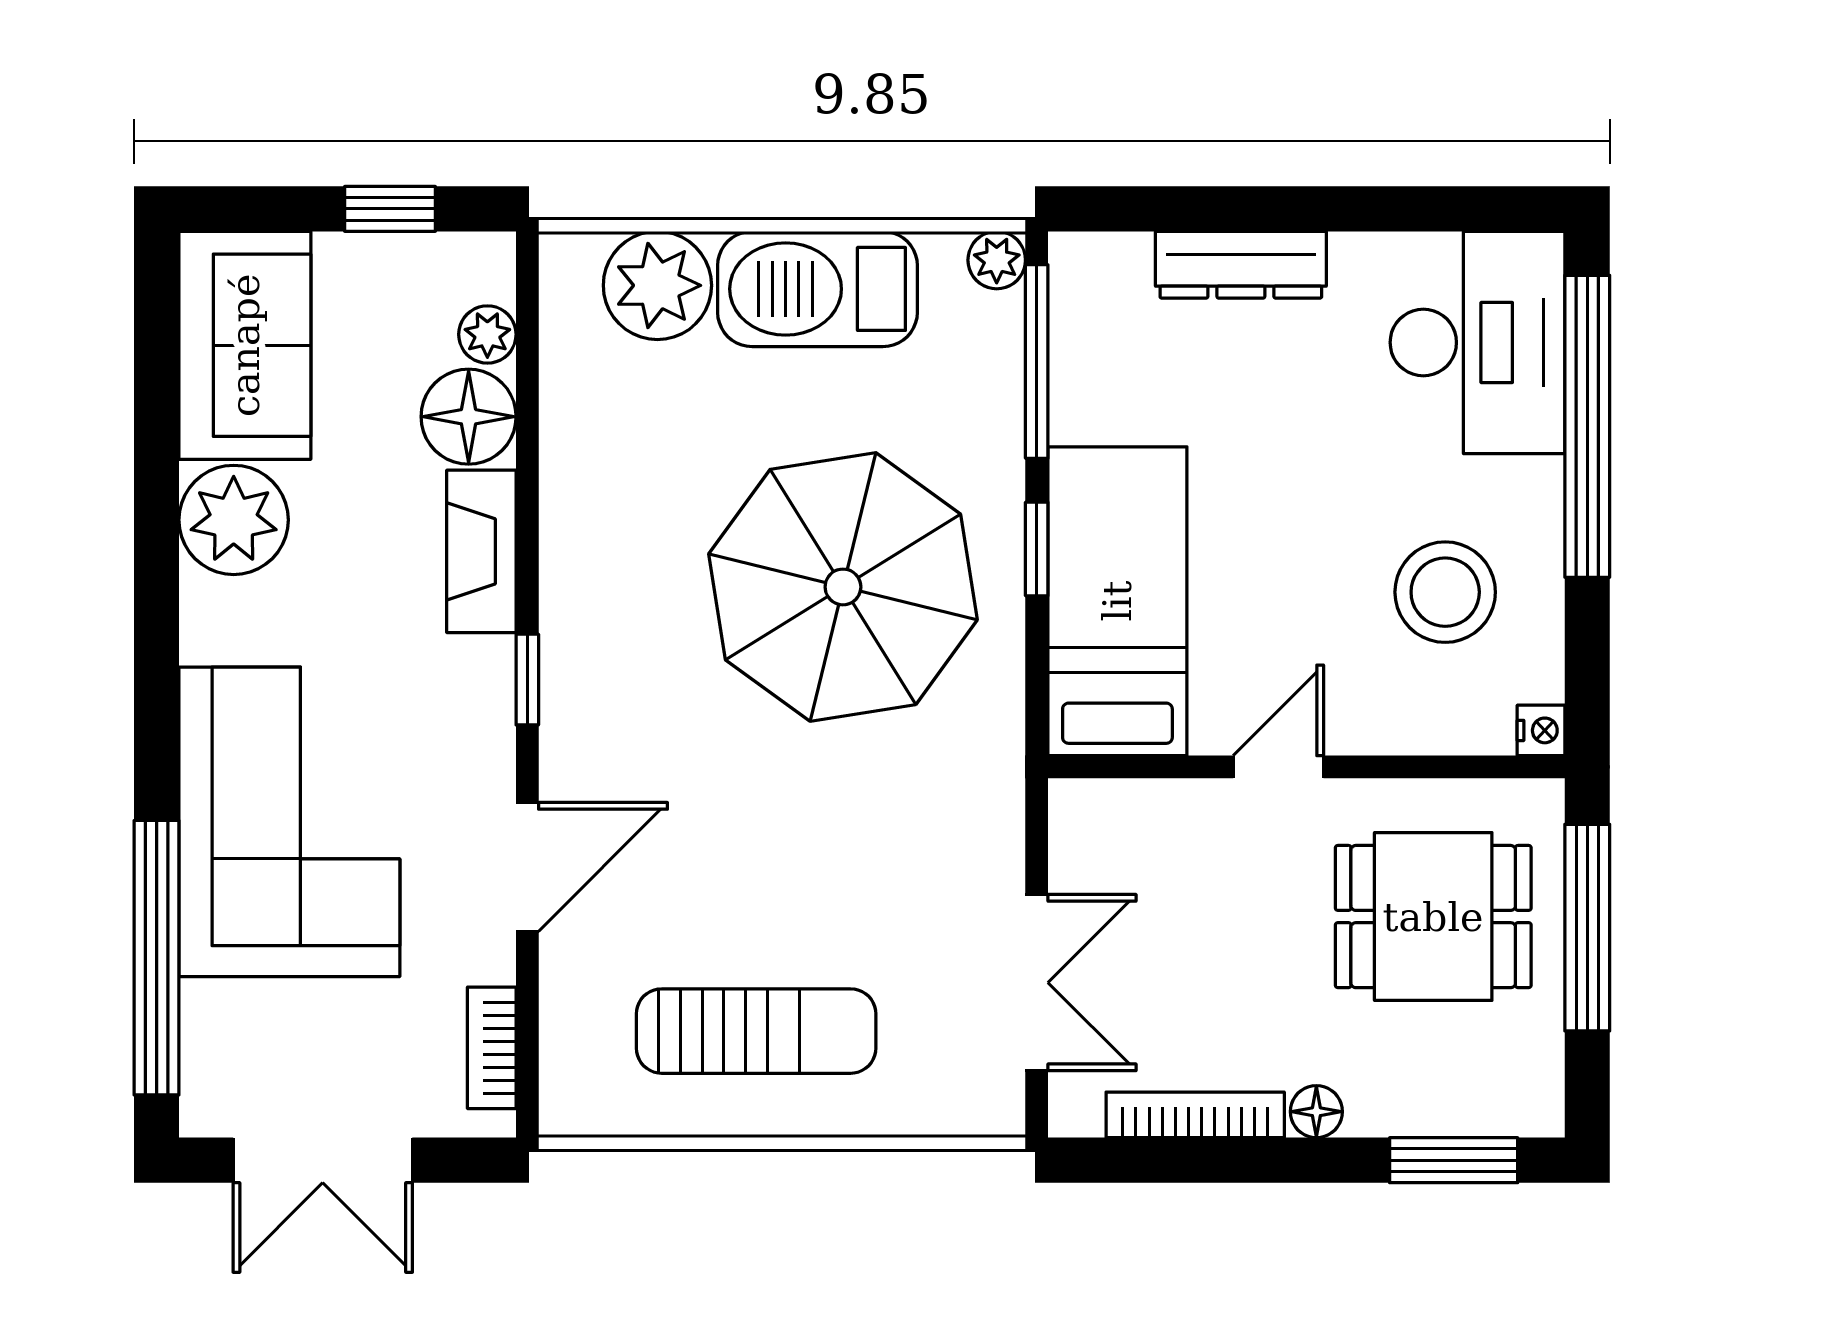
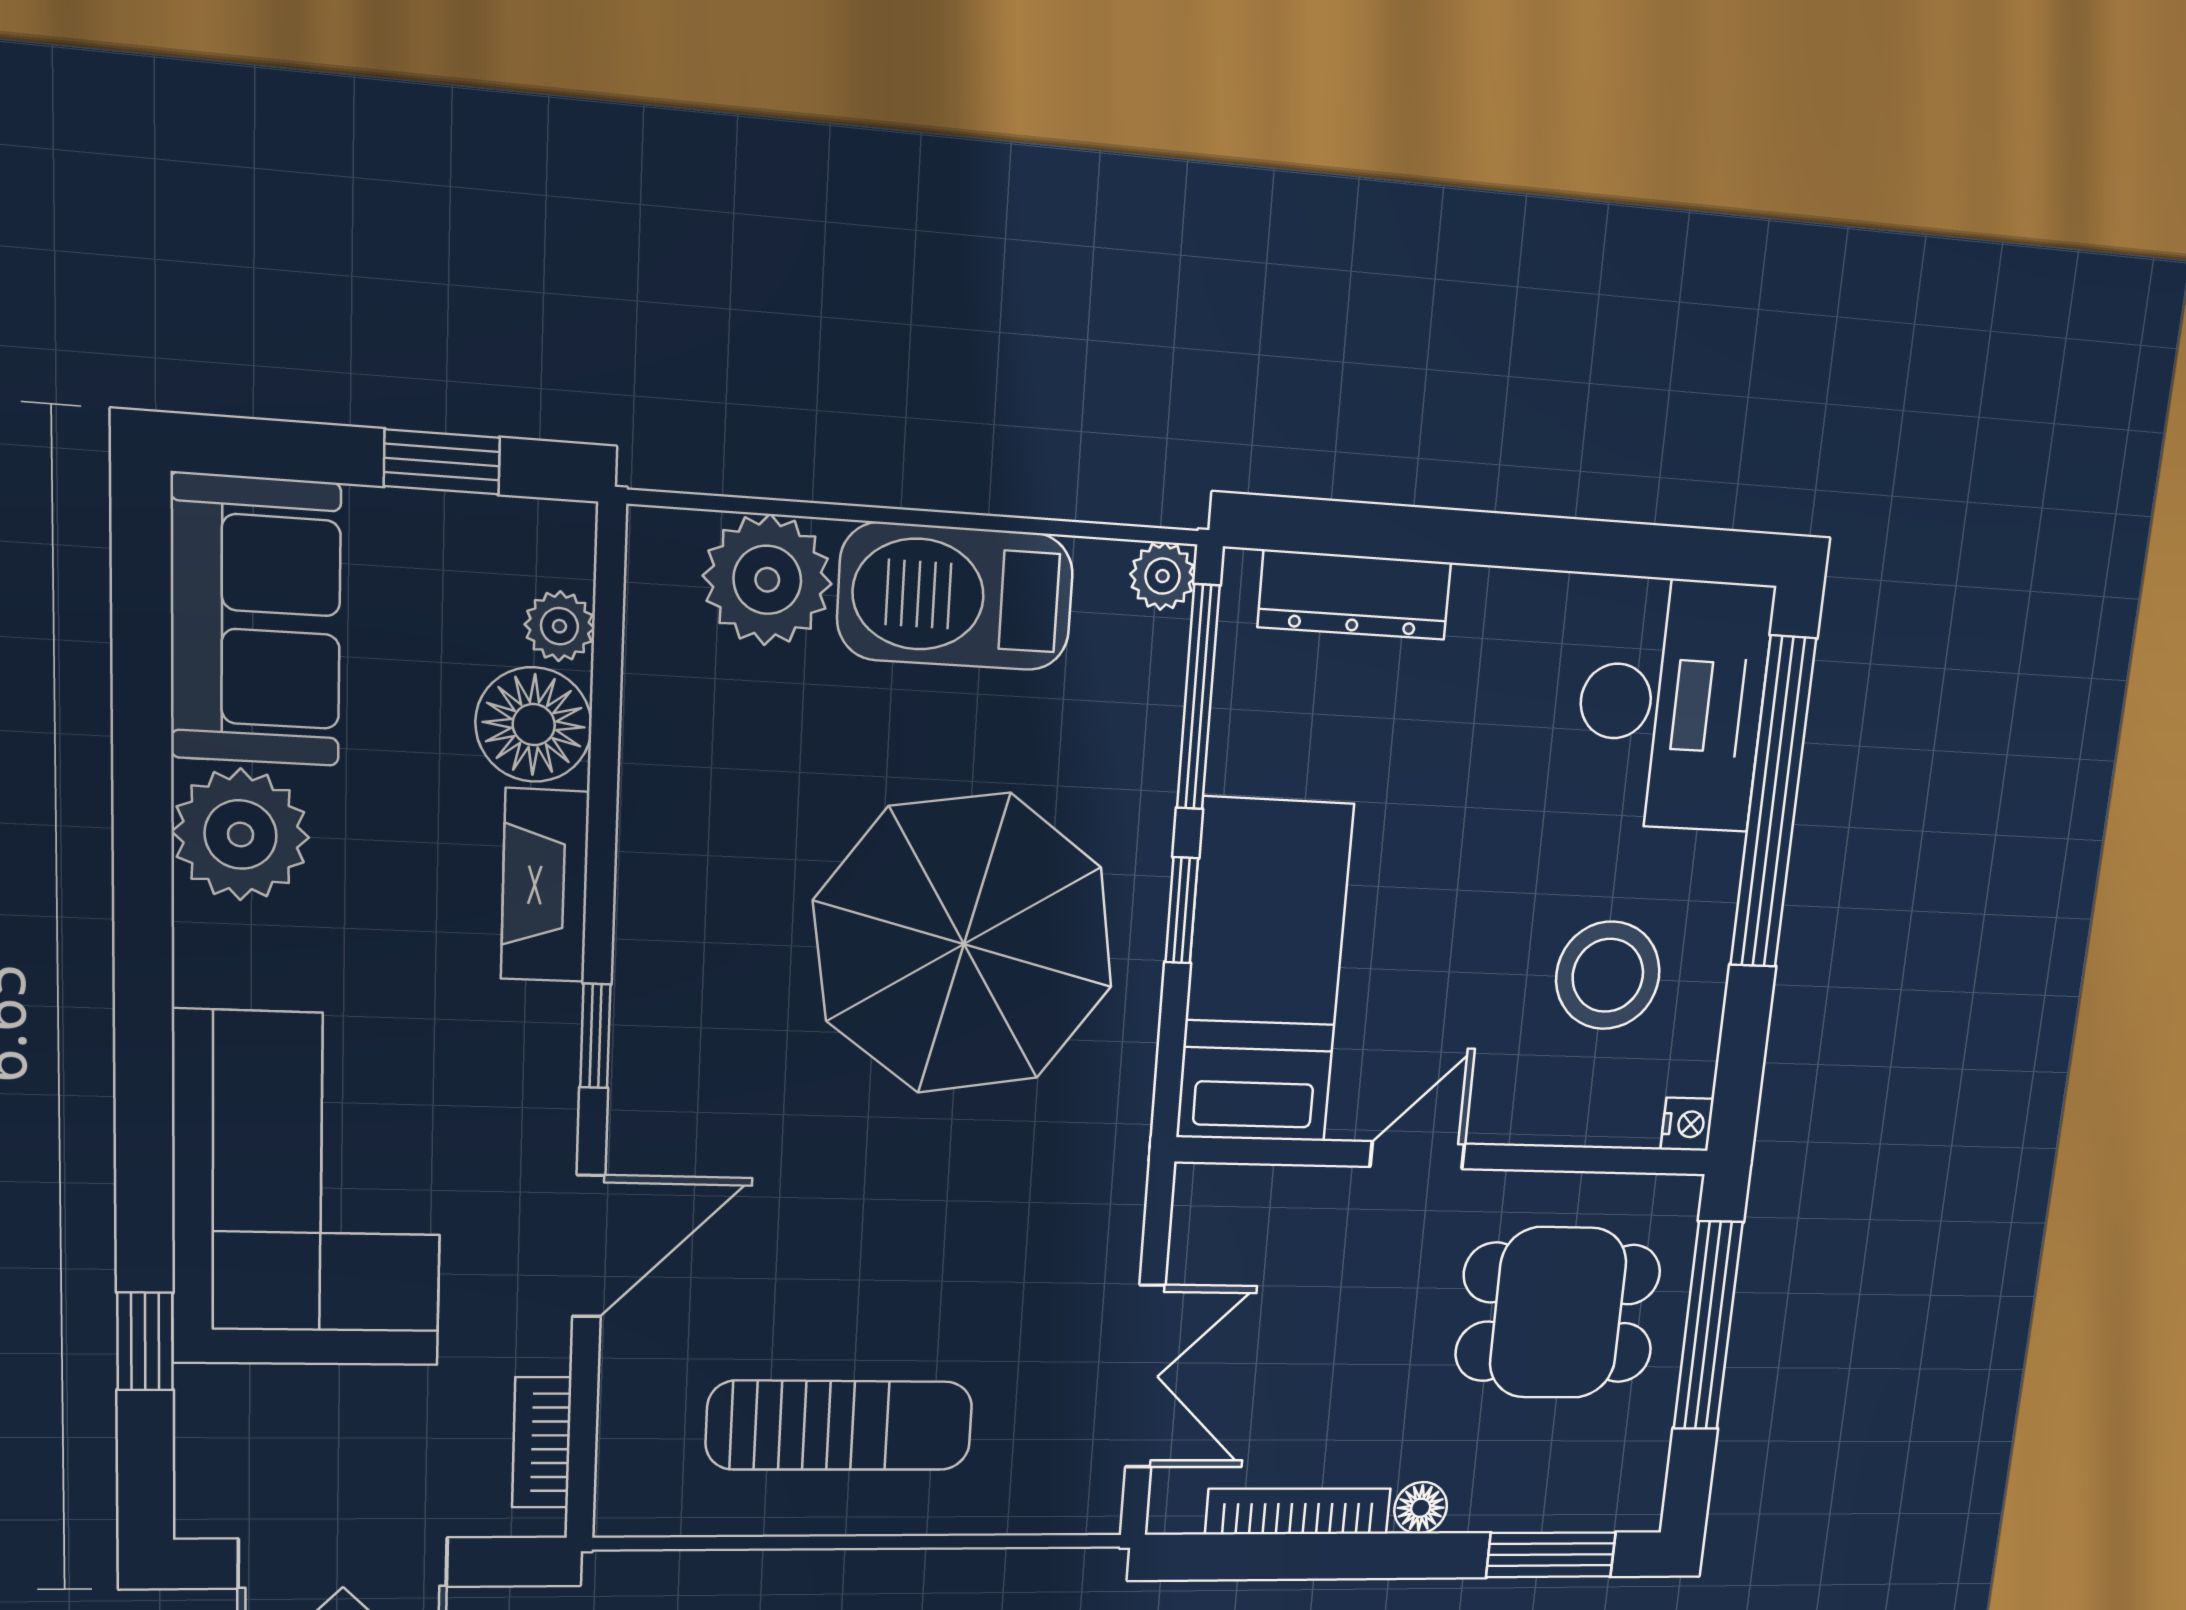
dresser: (1241, 265) -> (1355, 595), moved
window: (157, 958) -> (145, 1341), width x0.32

